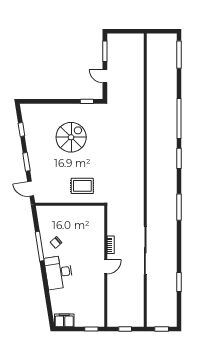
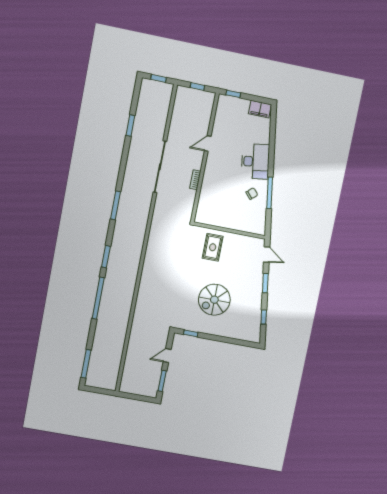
door: (105, 76) -> (167, 356), swing flipped
rug: (82, 186) -> (213, 247), turned 90
door: (106, 267) -> (208, 144), moved

